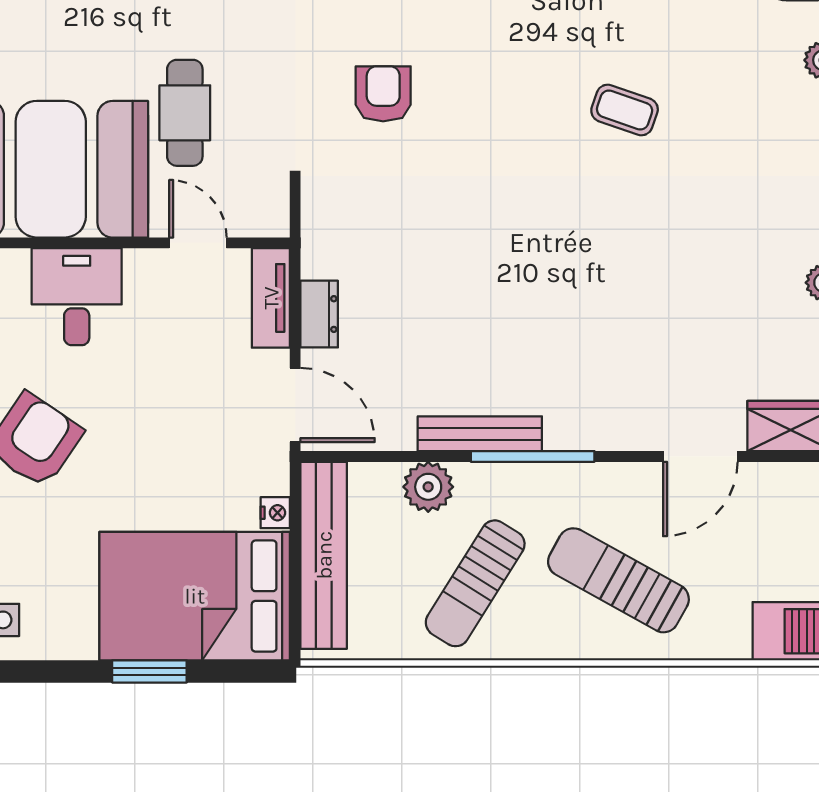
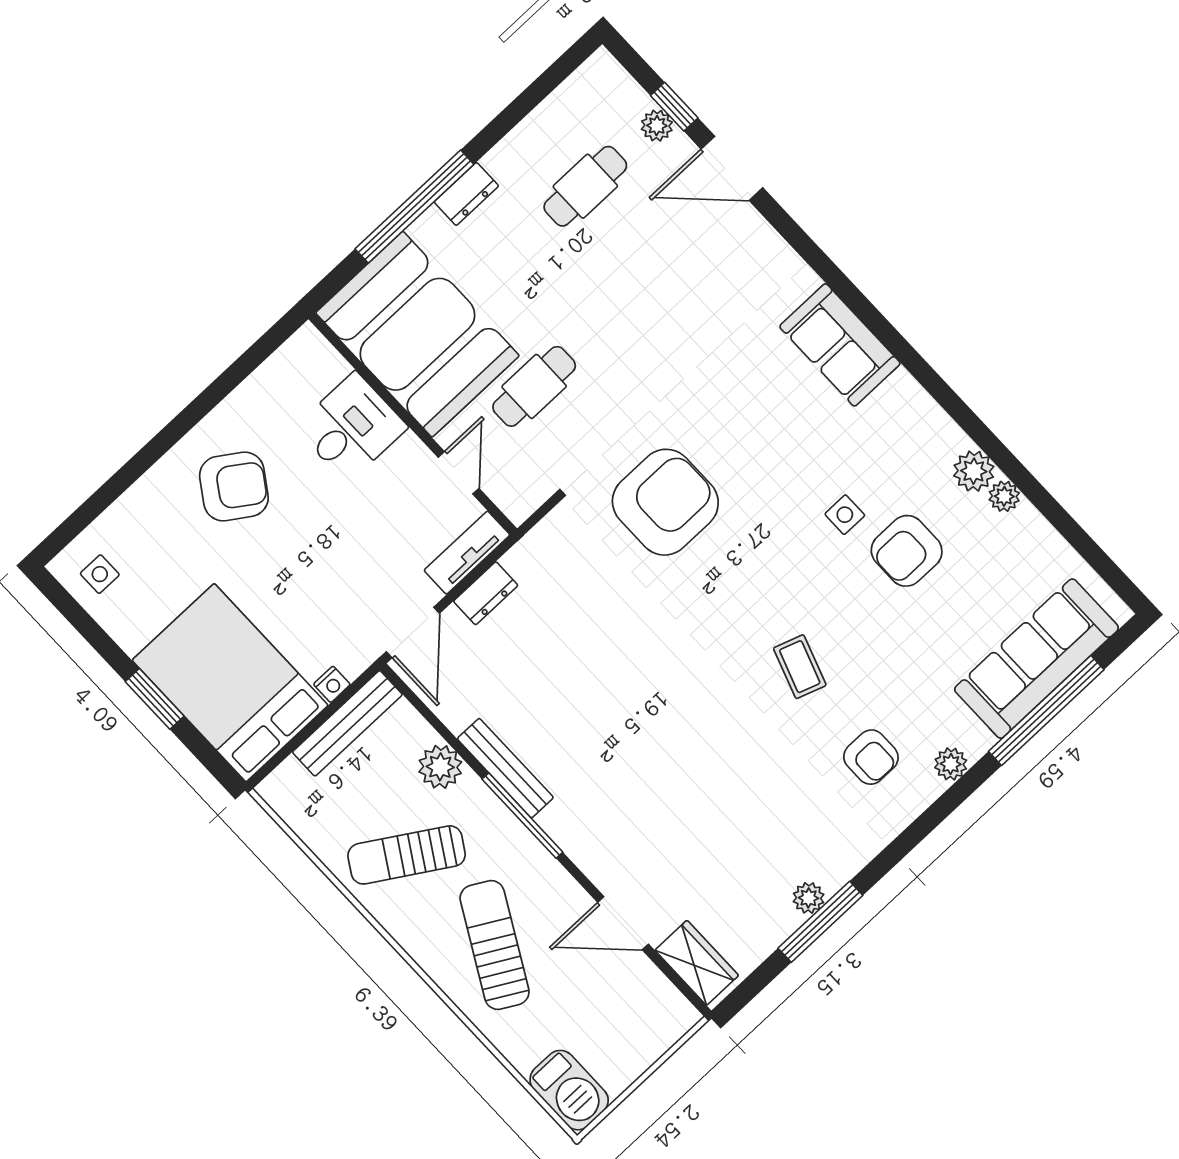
armchair: (383, 94) -> (665, 502), width x1.88, depth x1.88
armchair: (755, 121) -> (871, 757), added
bench: (324, 555) -> (347, 723), width x0.73, depth x0.82

